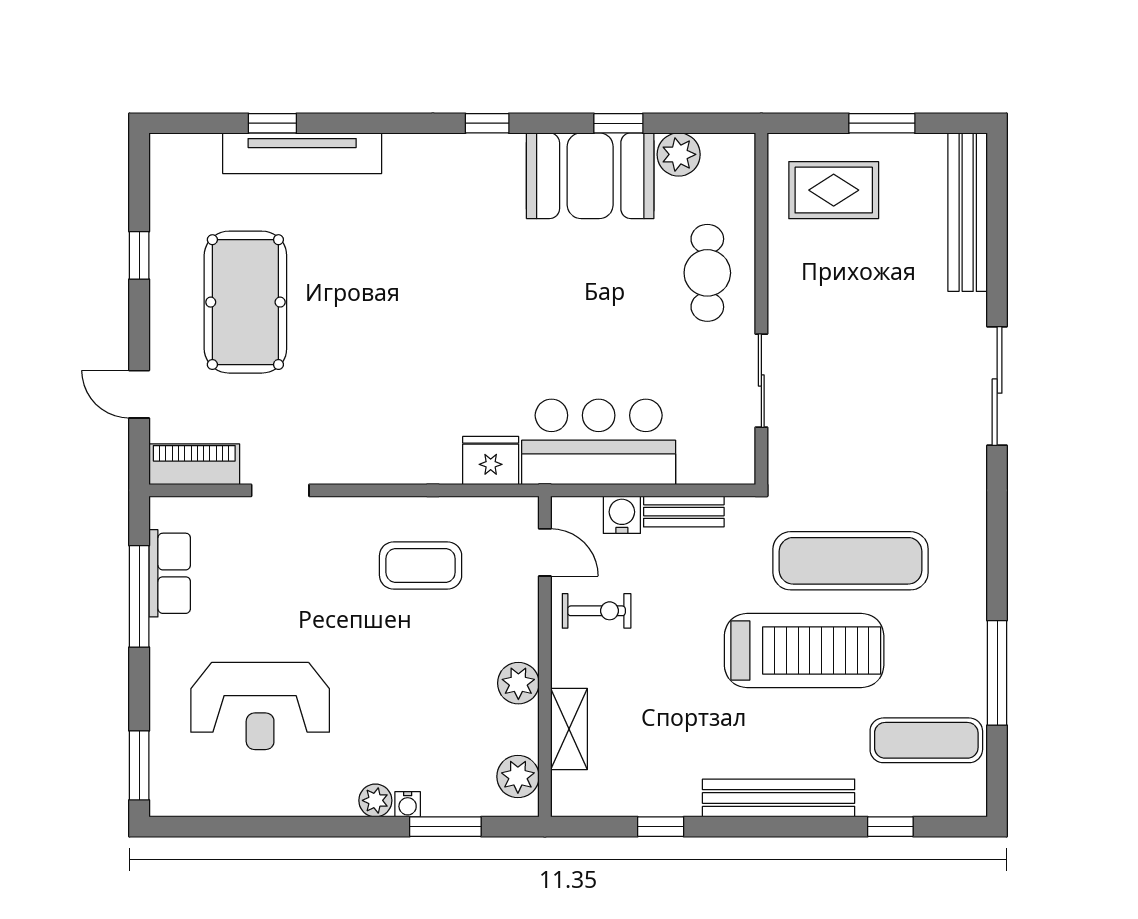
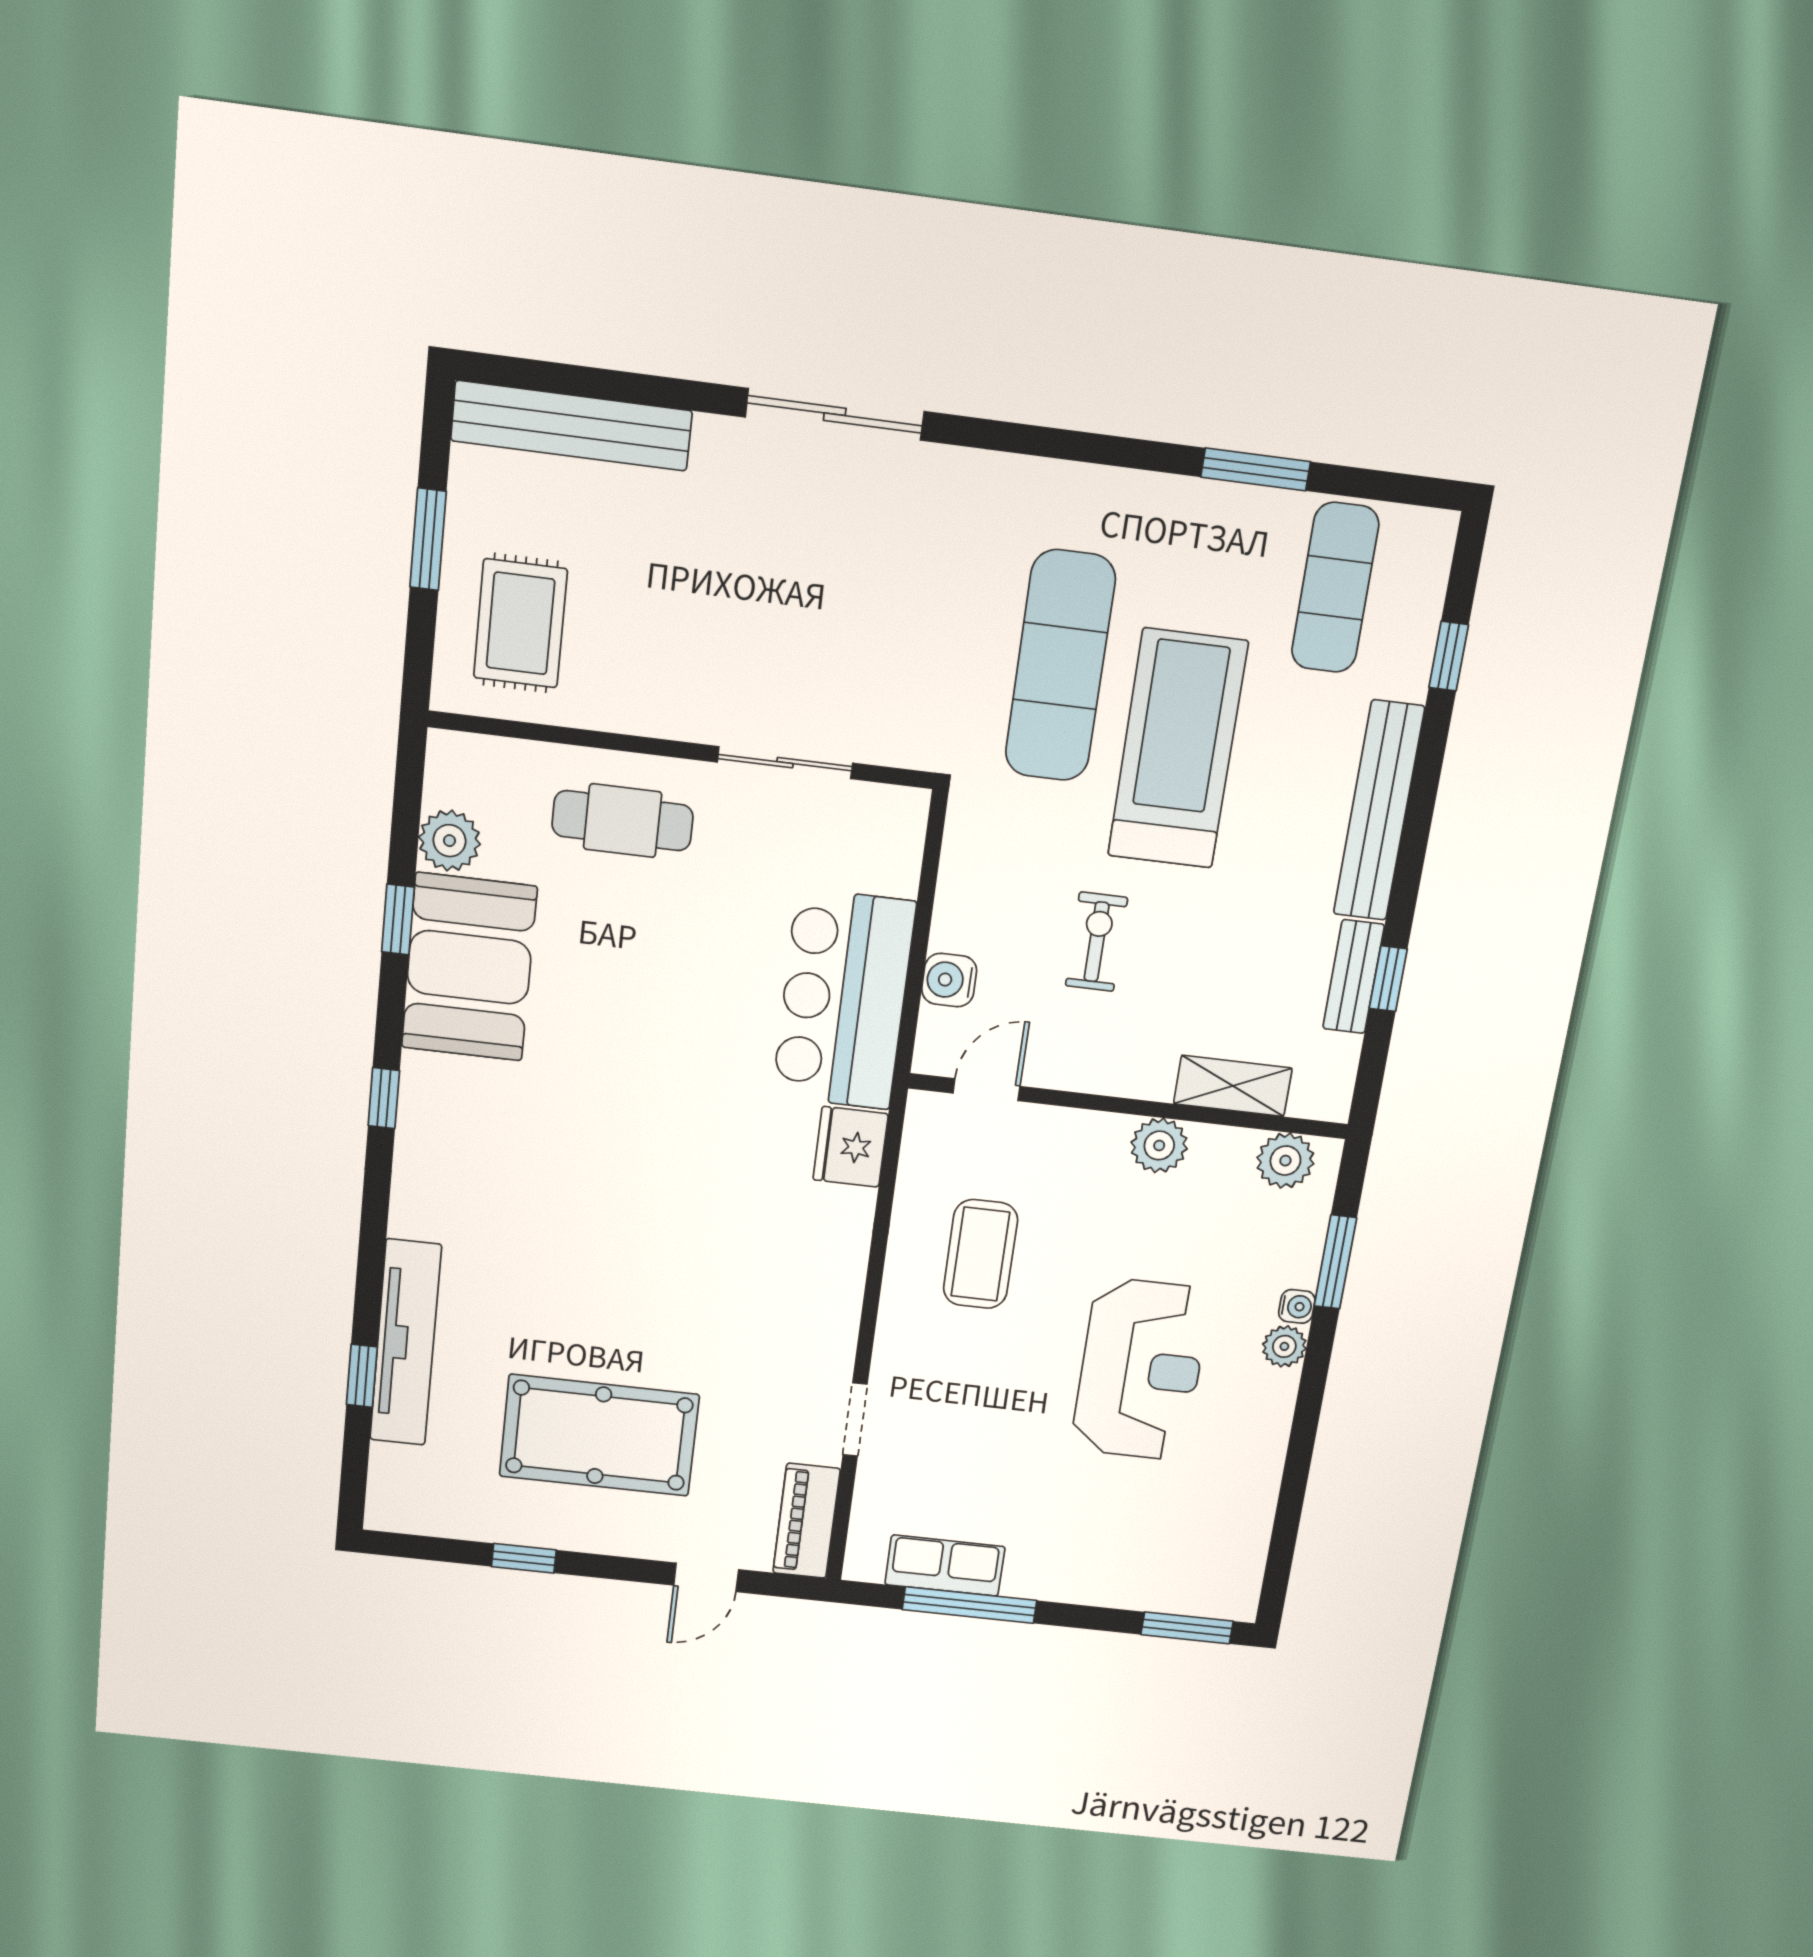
bench: (684, 512) -> (1354, 977), moved
exercise bike: (597, 611) -> (1097, 942), moved
window: (997, 673) -> (1256, 469), width x0.69
reception desk: (260, 706) -> (1141, 1370), moved

